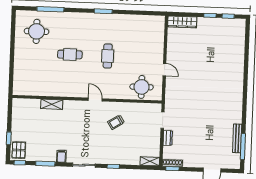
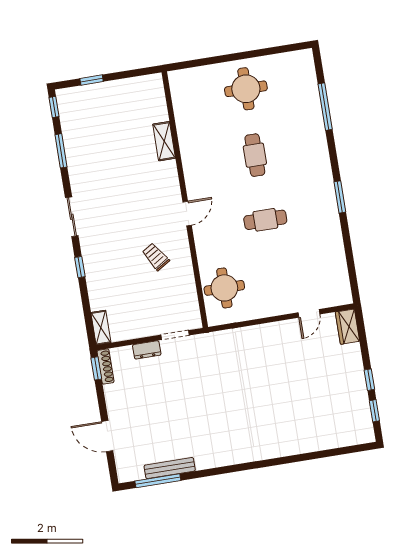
wardrobe: (182, 22) -> (347, 327), width x0.67
round table: (37, 31) -> (246, 89), moved
door: (164, 70) -> (309, 313), moved
pallet: (19, 150) -> (75, 101), removed
filing cabinet: (61, 156) -> (79, 176), removed

